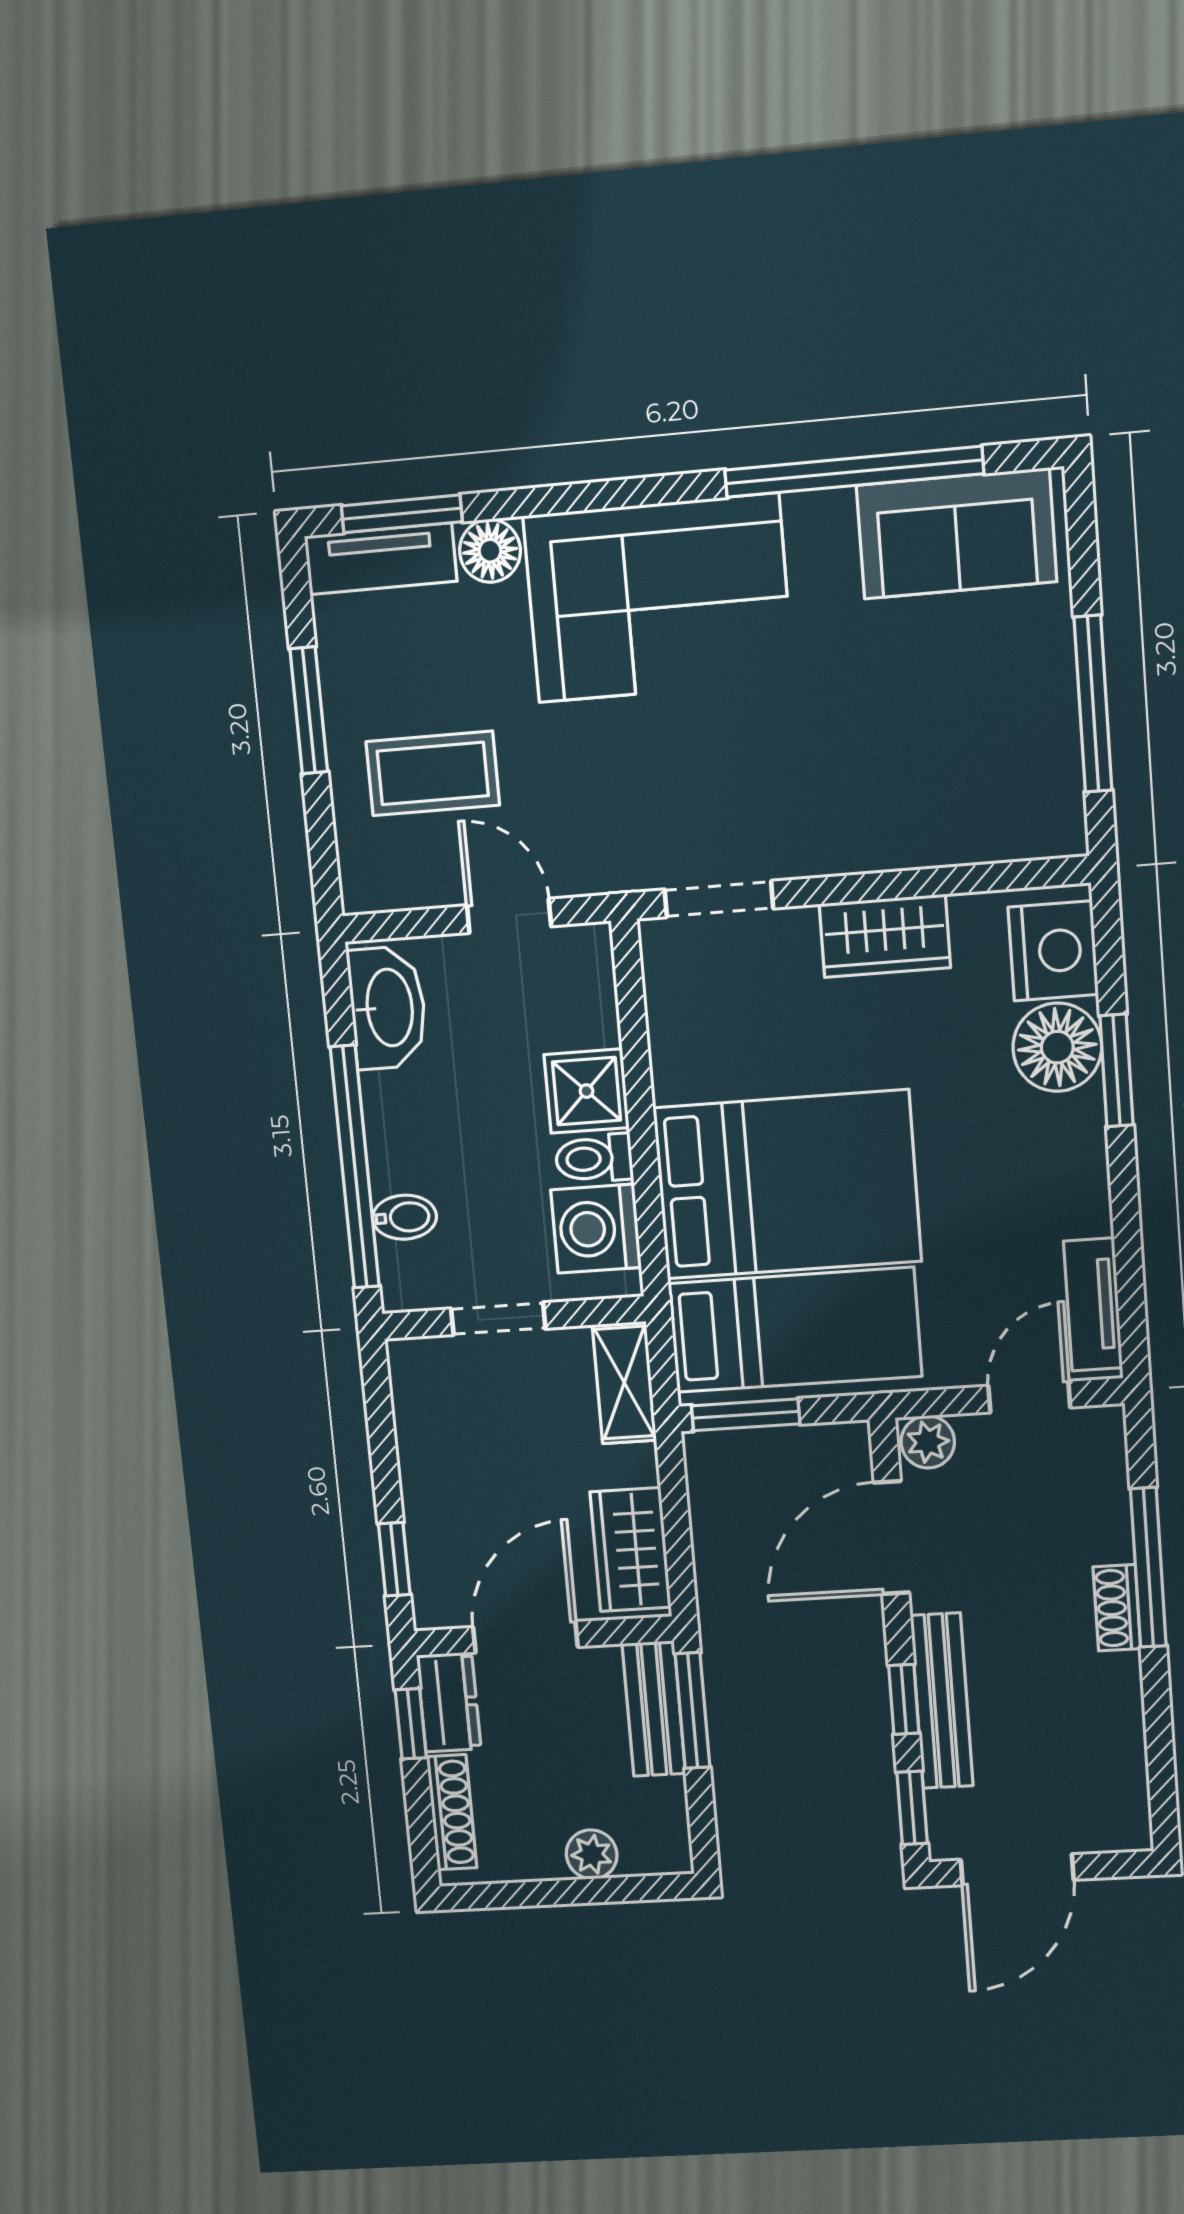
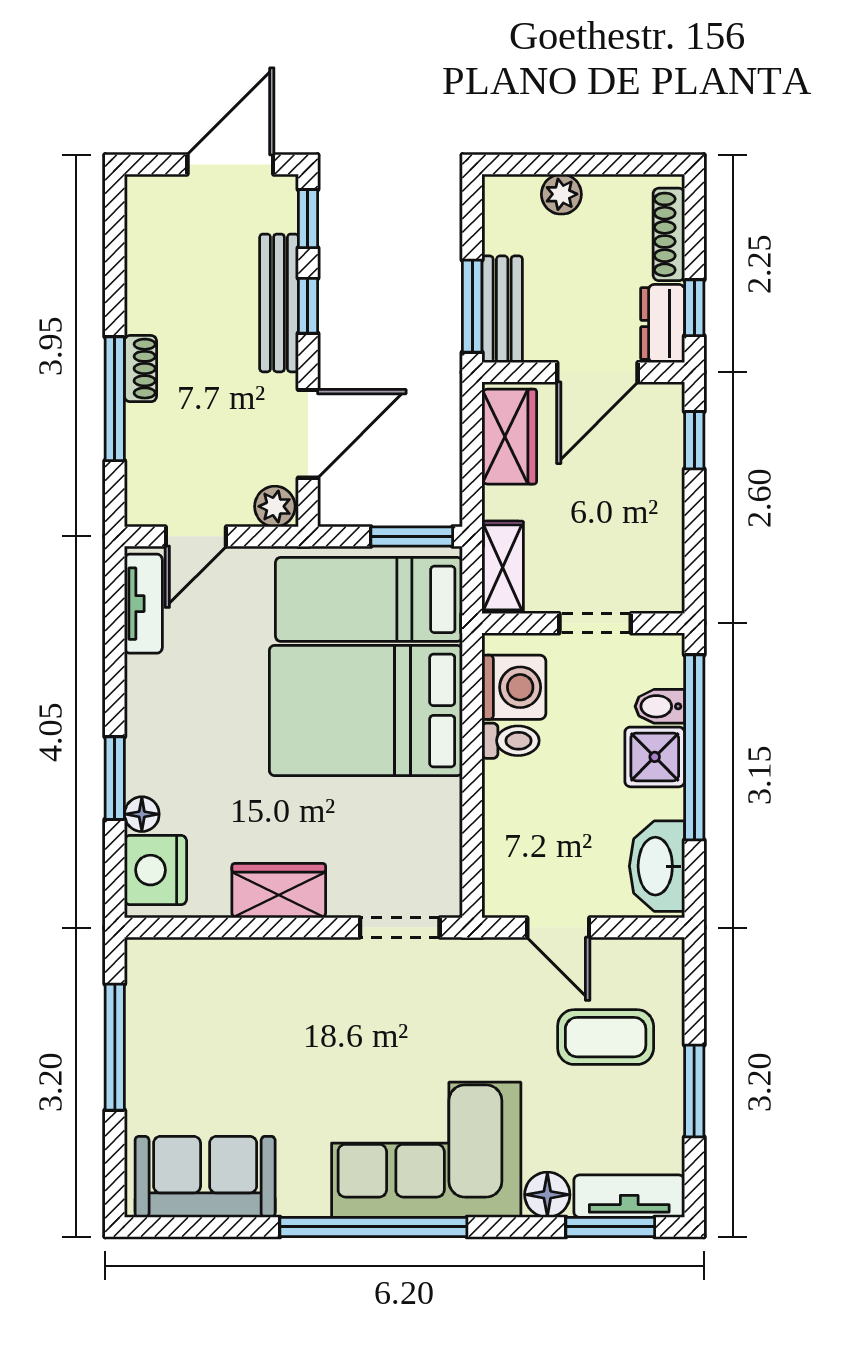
window: (854, 472) -> (373, 1227), moved
floor lamp: (1057, 1047) -> (142, 814), width x0.53, depth x0.53
shower: (587, 1091) -> (655, 757), moved

